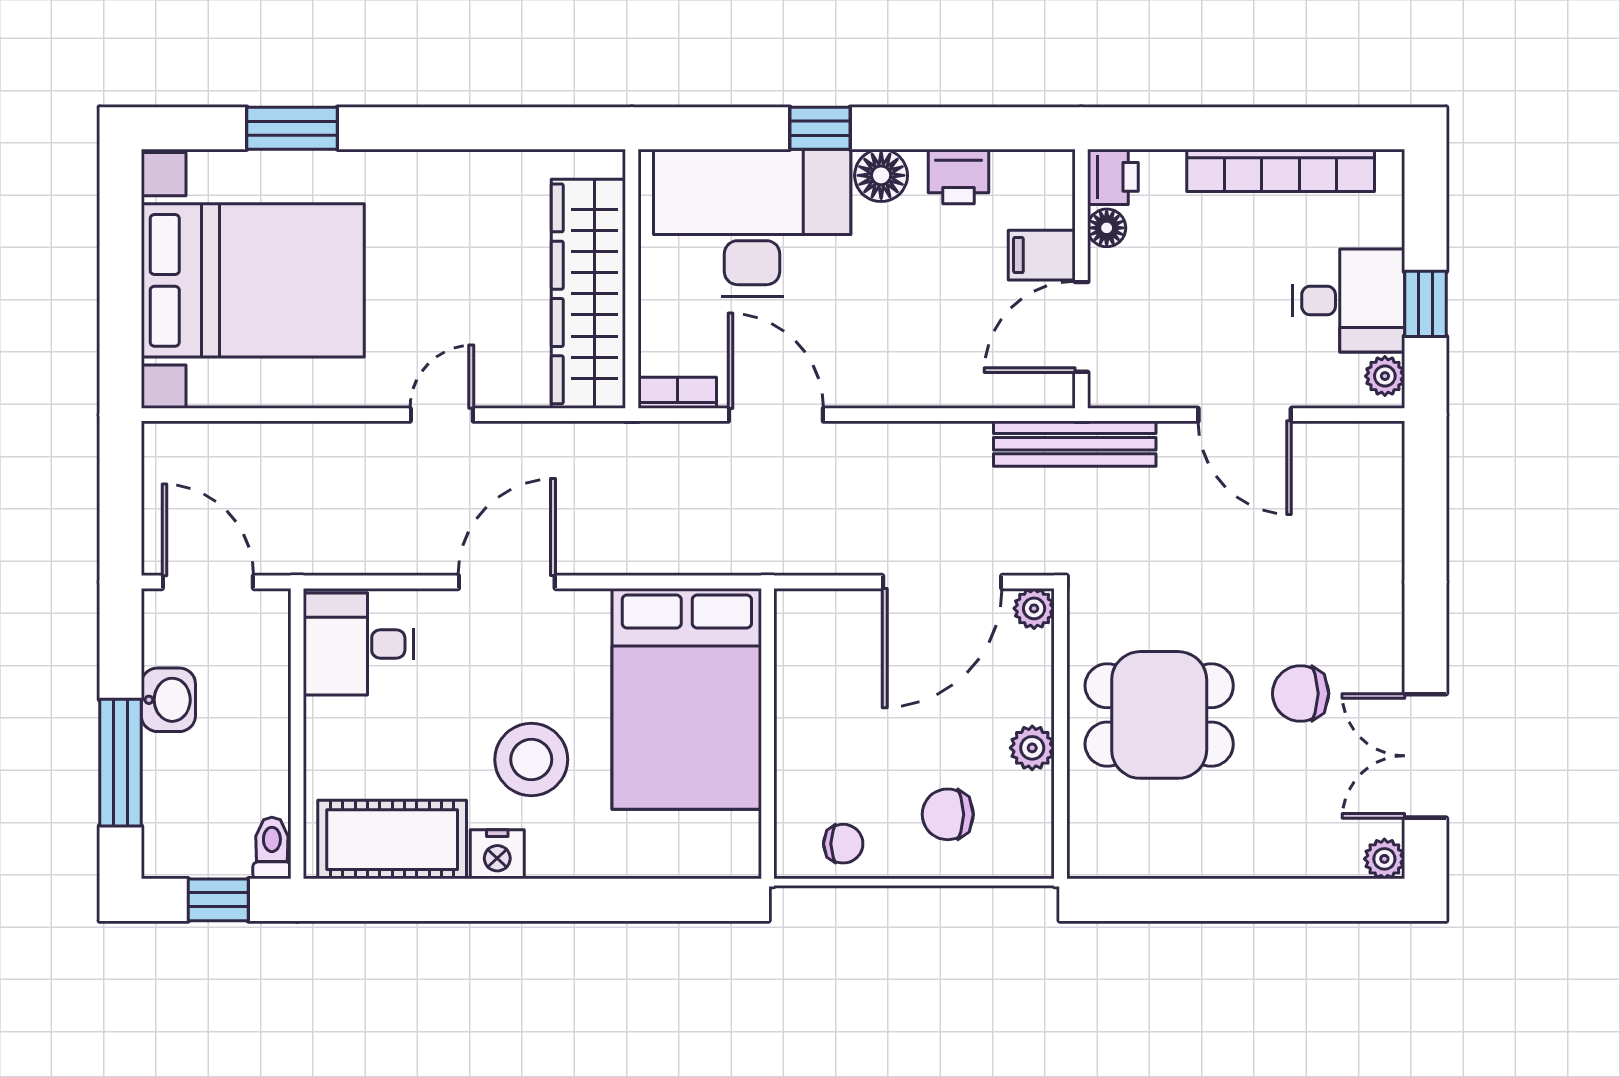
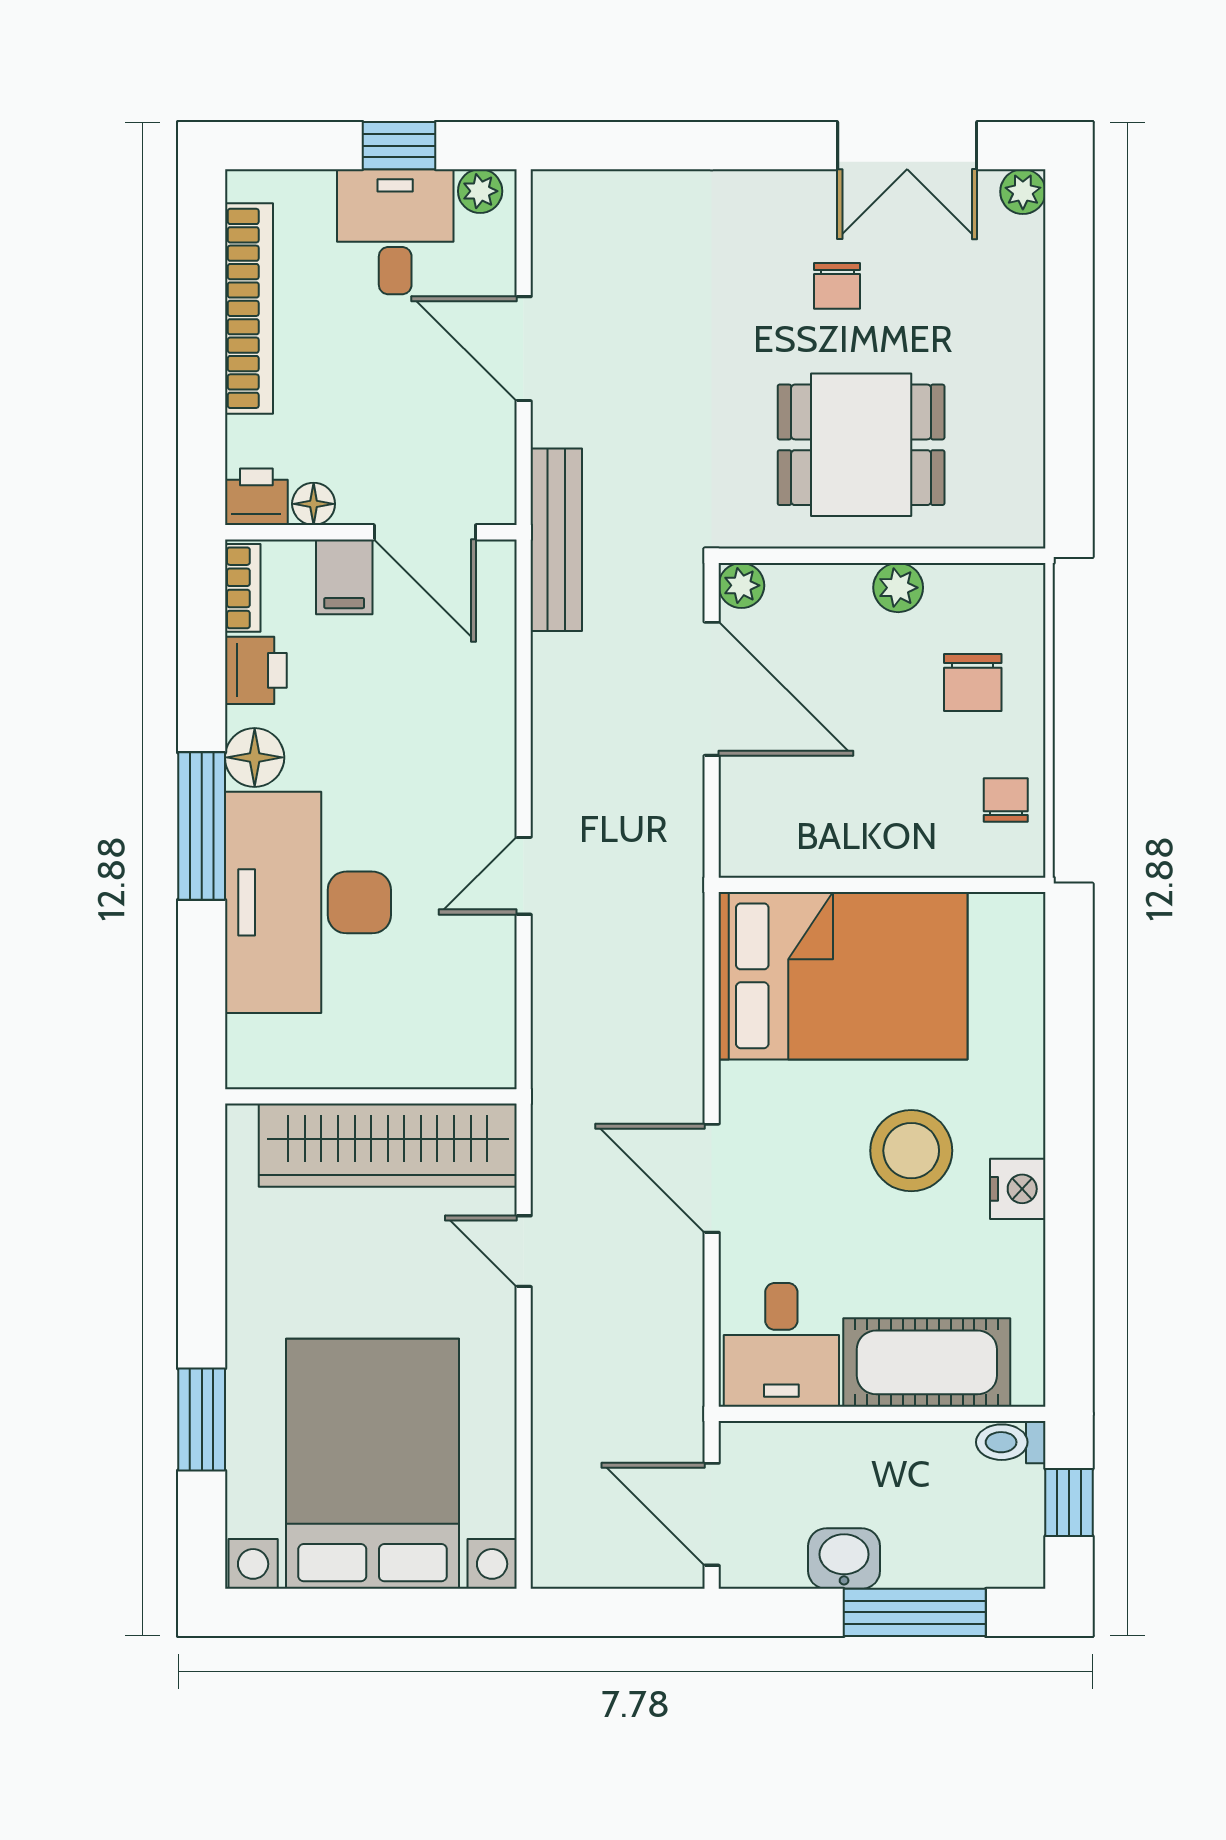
window: (820, 128) -> (202, 826), width x2.17
wall: (632, 279) -> (371, 1096), moved
wardrobe: (588, 294) -> (388, 1145), moved
bookcase: (677, 393) -> (243, 588), moved, turned 180
door: (776, 415) -> (524, 876), width x0.73
door: (1245, 415) -> (524, 349), swing flipped
door: (208, 582) -> (712, 1514), hinge flipped
chair: (1301, 694) -> (837, 286), width x0.73, depth x0.73
dining table: (1159, 715) -> (861, 445), turned 90
cot: (392, 840) -> (927, 1362), moved, turned 90

